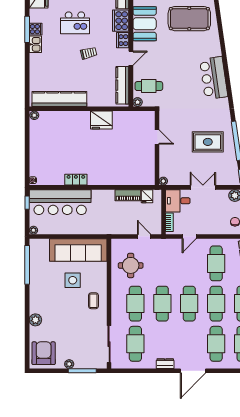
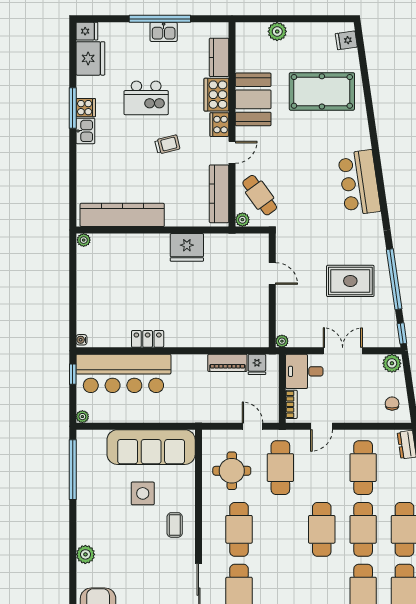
cafe table: (149, 86) -> (260, 195), turned 54
cafe table: (162, 304) -> (280, 468), moved

